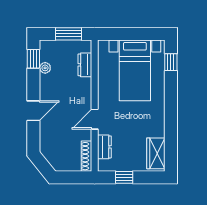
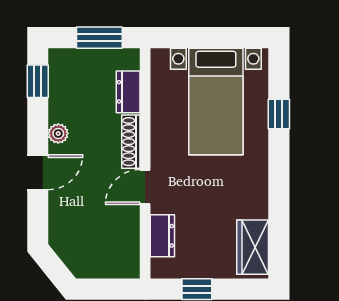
window: (171, 62) -> (279, 114), moved
plant: (45, 68) -> (58, 133), moved
shoe rack: (86, 156) -> (131, 142), moved

